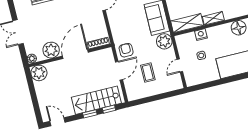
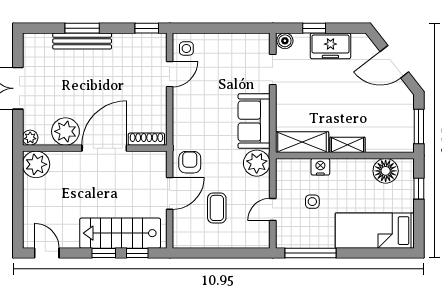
window: (207, 85) -> (311, 253), added

